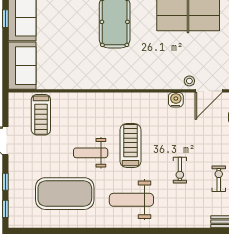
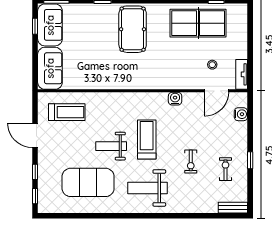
stool: (189, 81) -> (212, 65), moved
water cooler: (176, 100) -> (175, 99), moved
treadmill: (41, 115) -> (67, 112), turned -90

